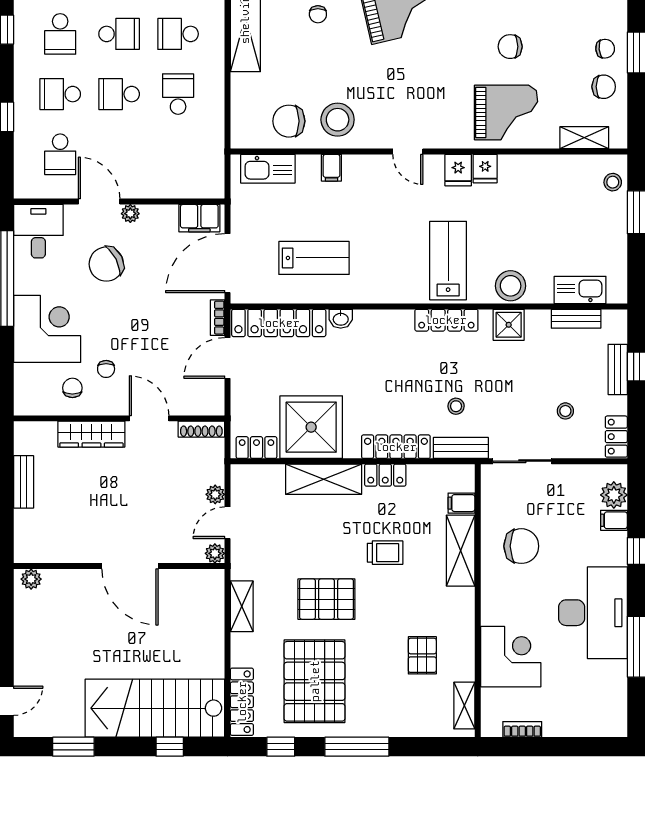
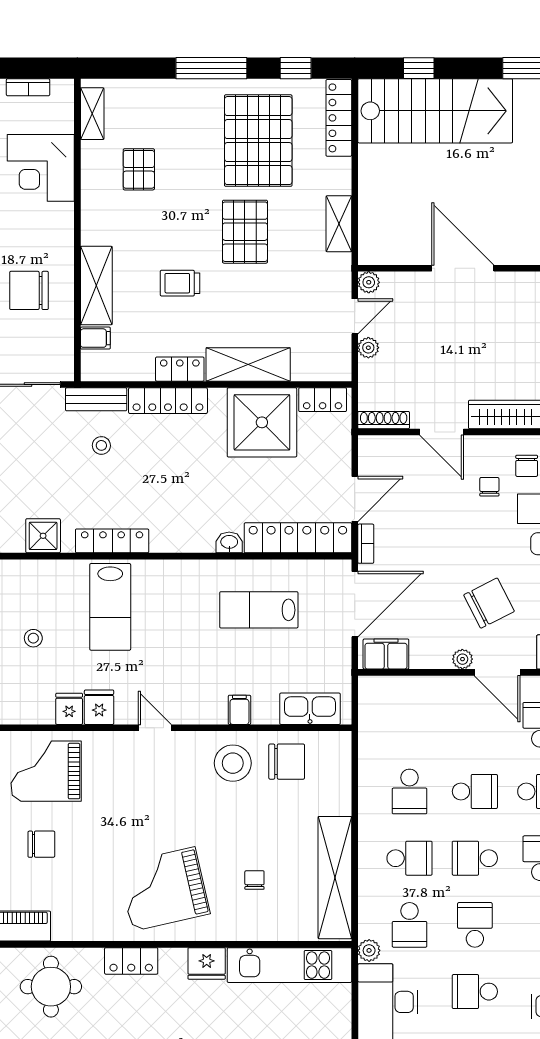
stool: (511, 286) -> (33, 638), moved, width x0.53, depth x0.53
pallet: (326, 599) -> (245, 232), turned 90

